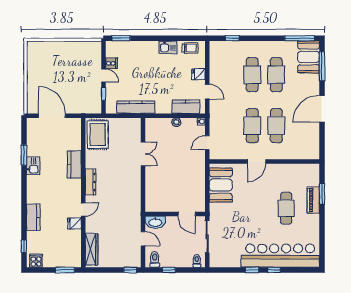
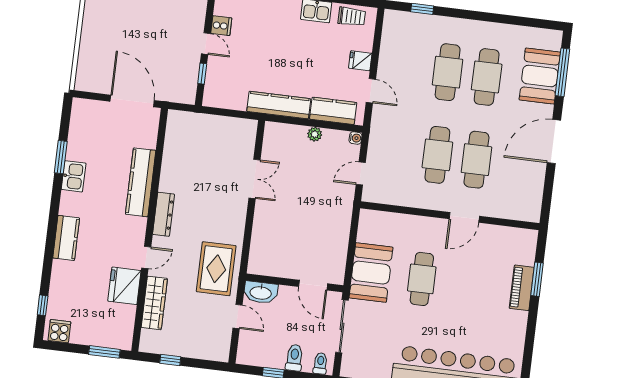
window: (300, 38) -> (532, 22), removed
booth: (309, 57) -> (540, 76), moved
kitchen counter: (136, 107) -> (279, 105), moved
door: (52, 116) -> (132, 101), moved
rug: (98, 135) -> (216, 269), moved
door: (256, 162) -> (464, 217), moved
kitchen counter: (74, 164) -> (141, 182), width x1.50
booth: (221, 185) -> (371, 273), moved
cafe table: (286, 208) -> (422, 279), moved
kitchen counter: (33, 217) -> (66, 238), moved
fridge: (74, 223) -> (124, 286), width x1.88, depth x1.34
wardrobe: (92, 249) -> (154, 303), moved
toilet: (155, 259) -> (294, 358), moved
window: (130, 270) -> (170, 360), moved

